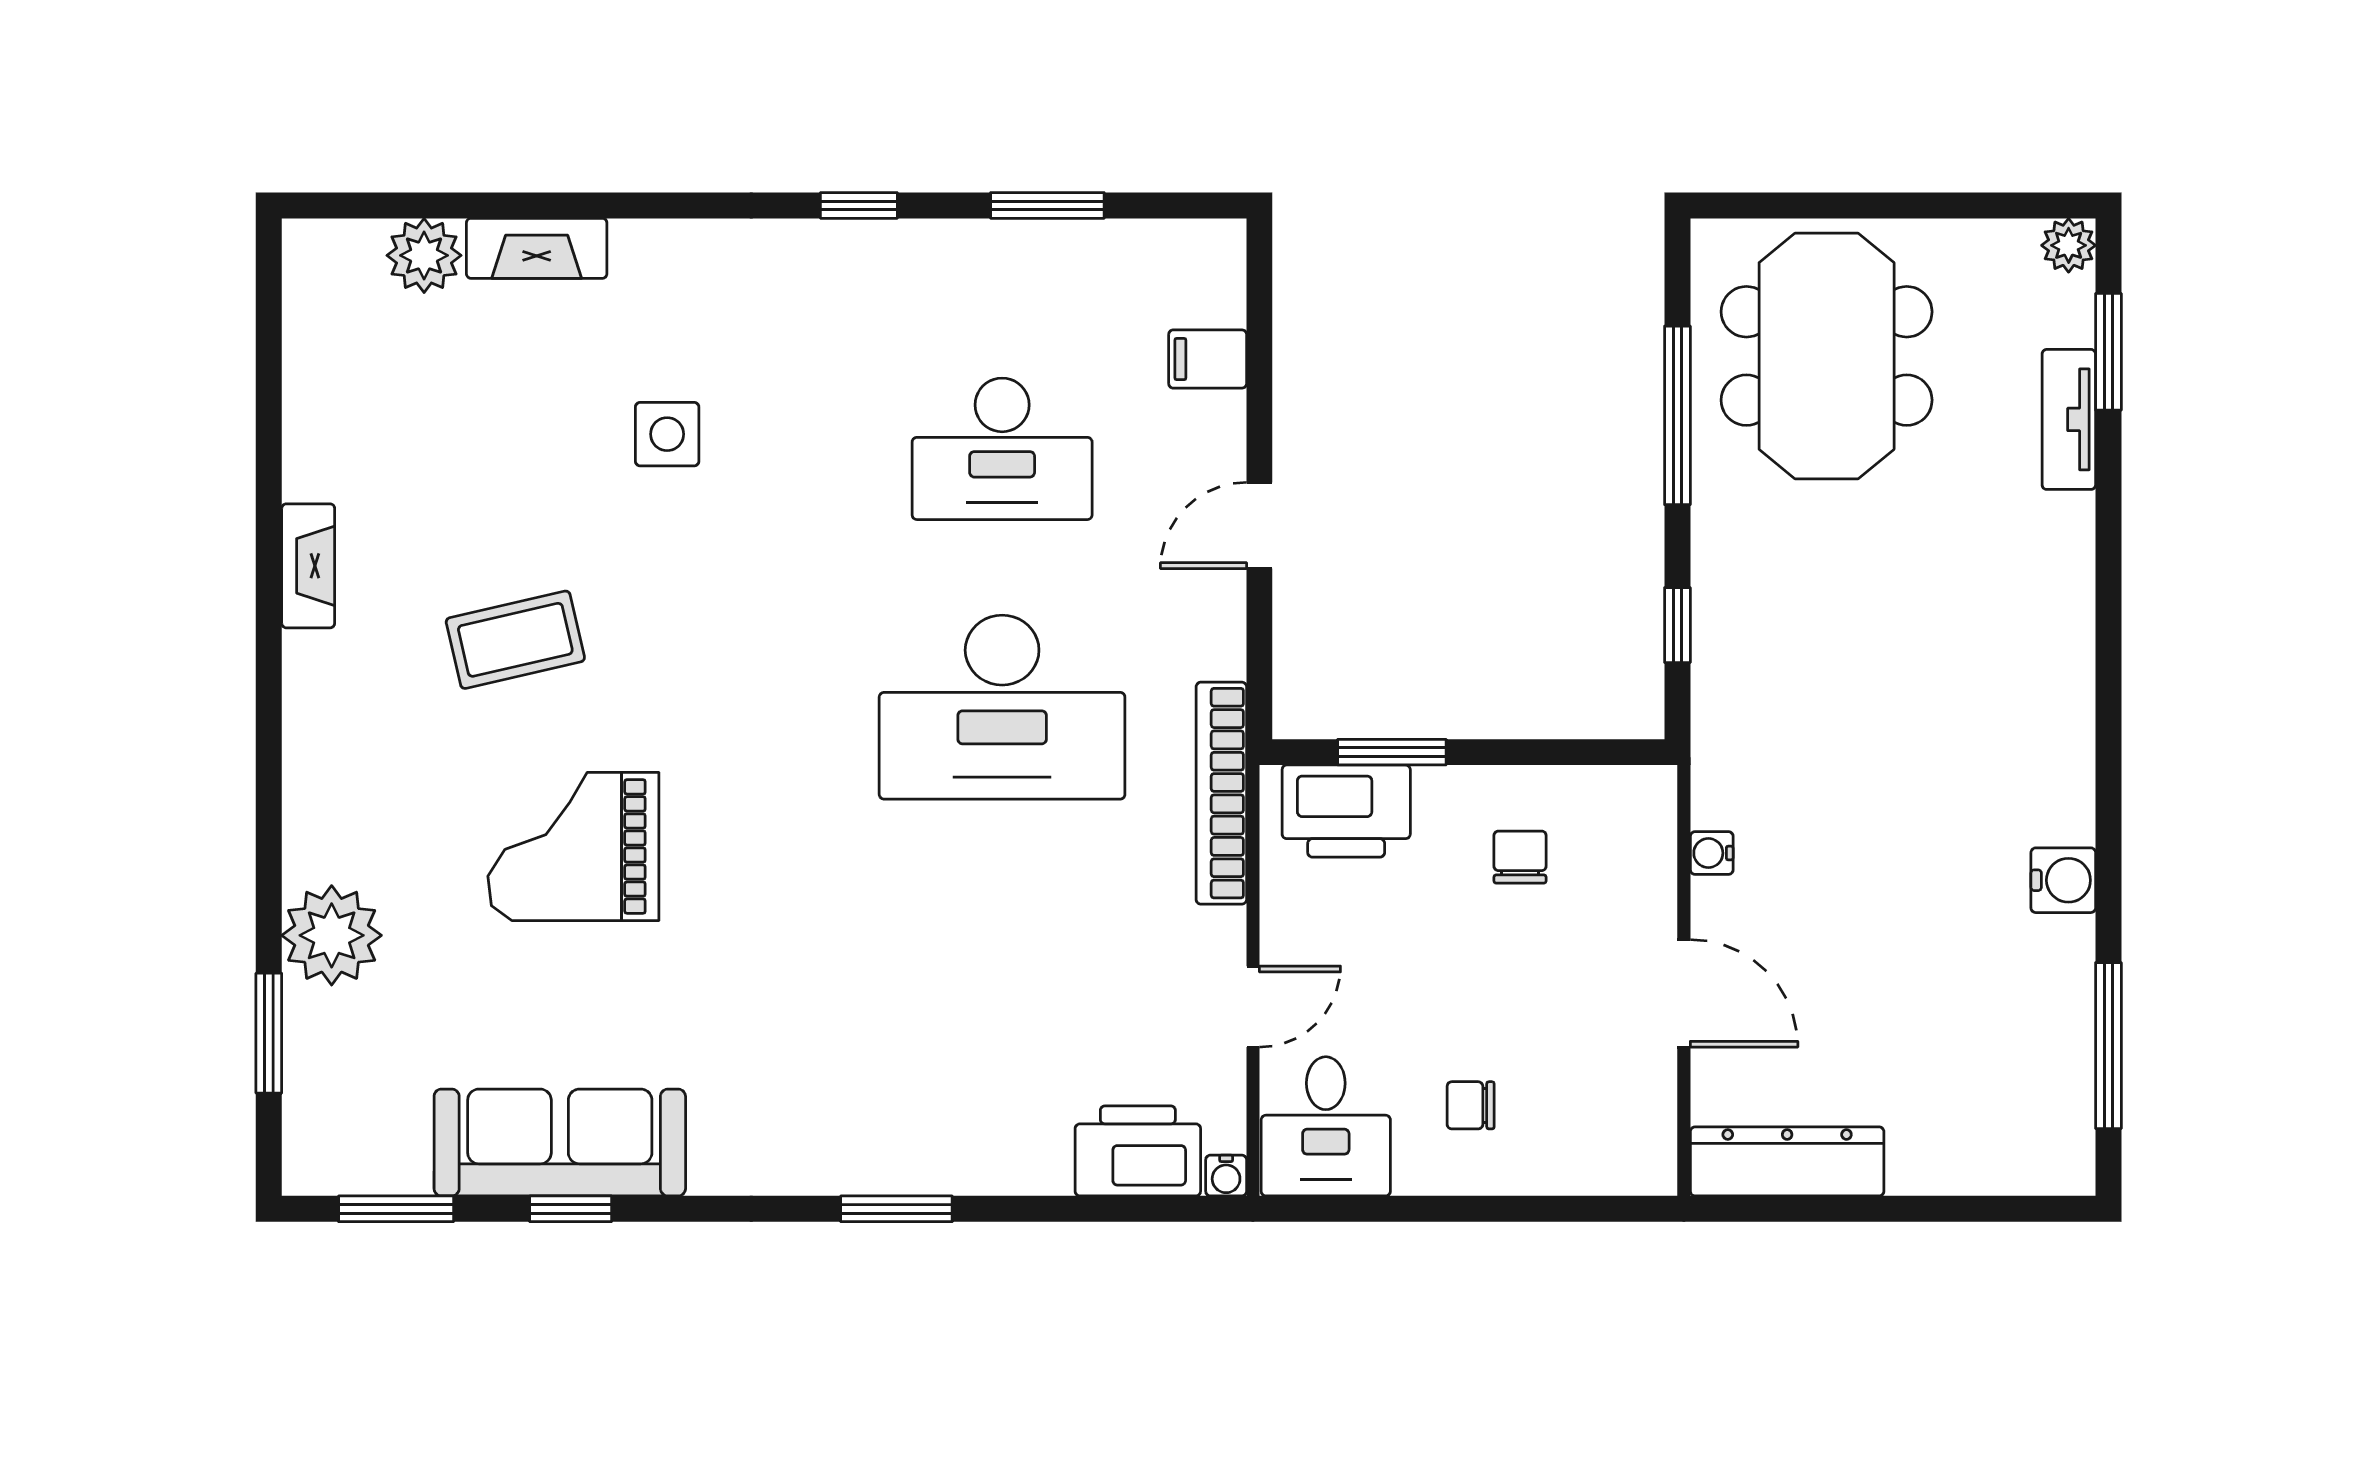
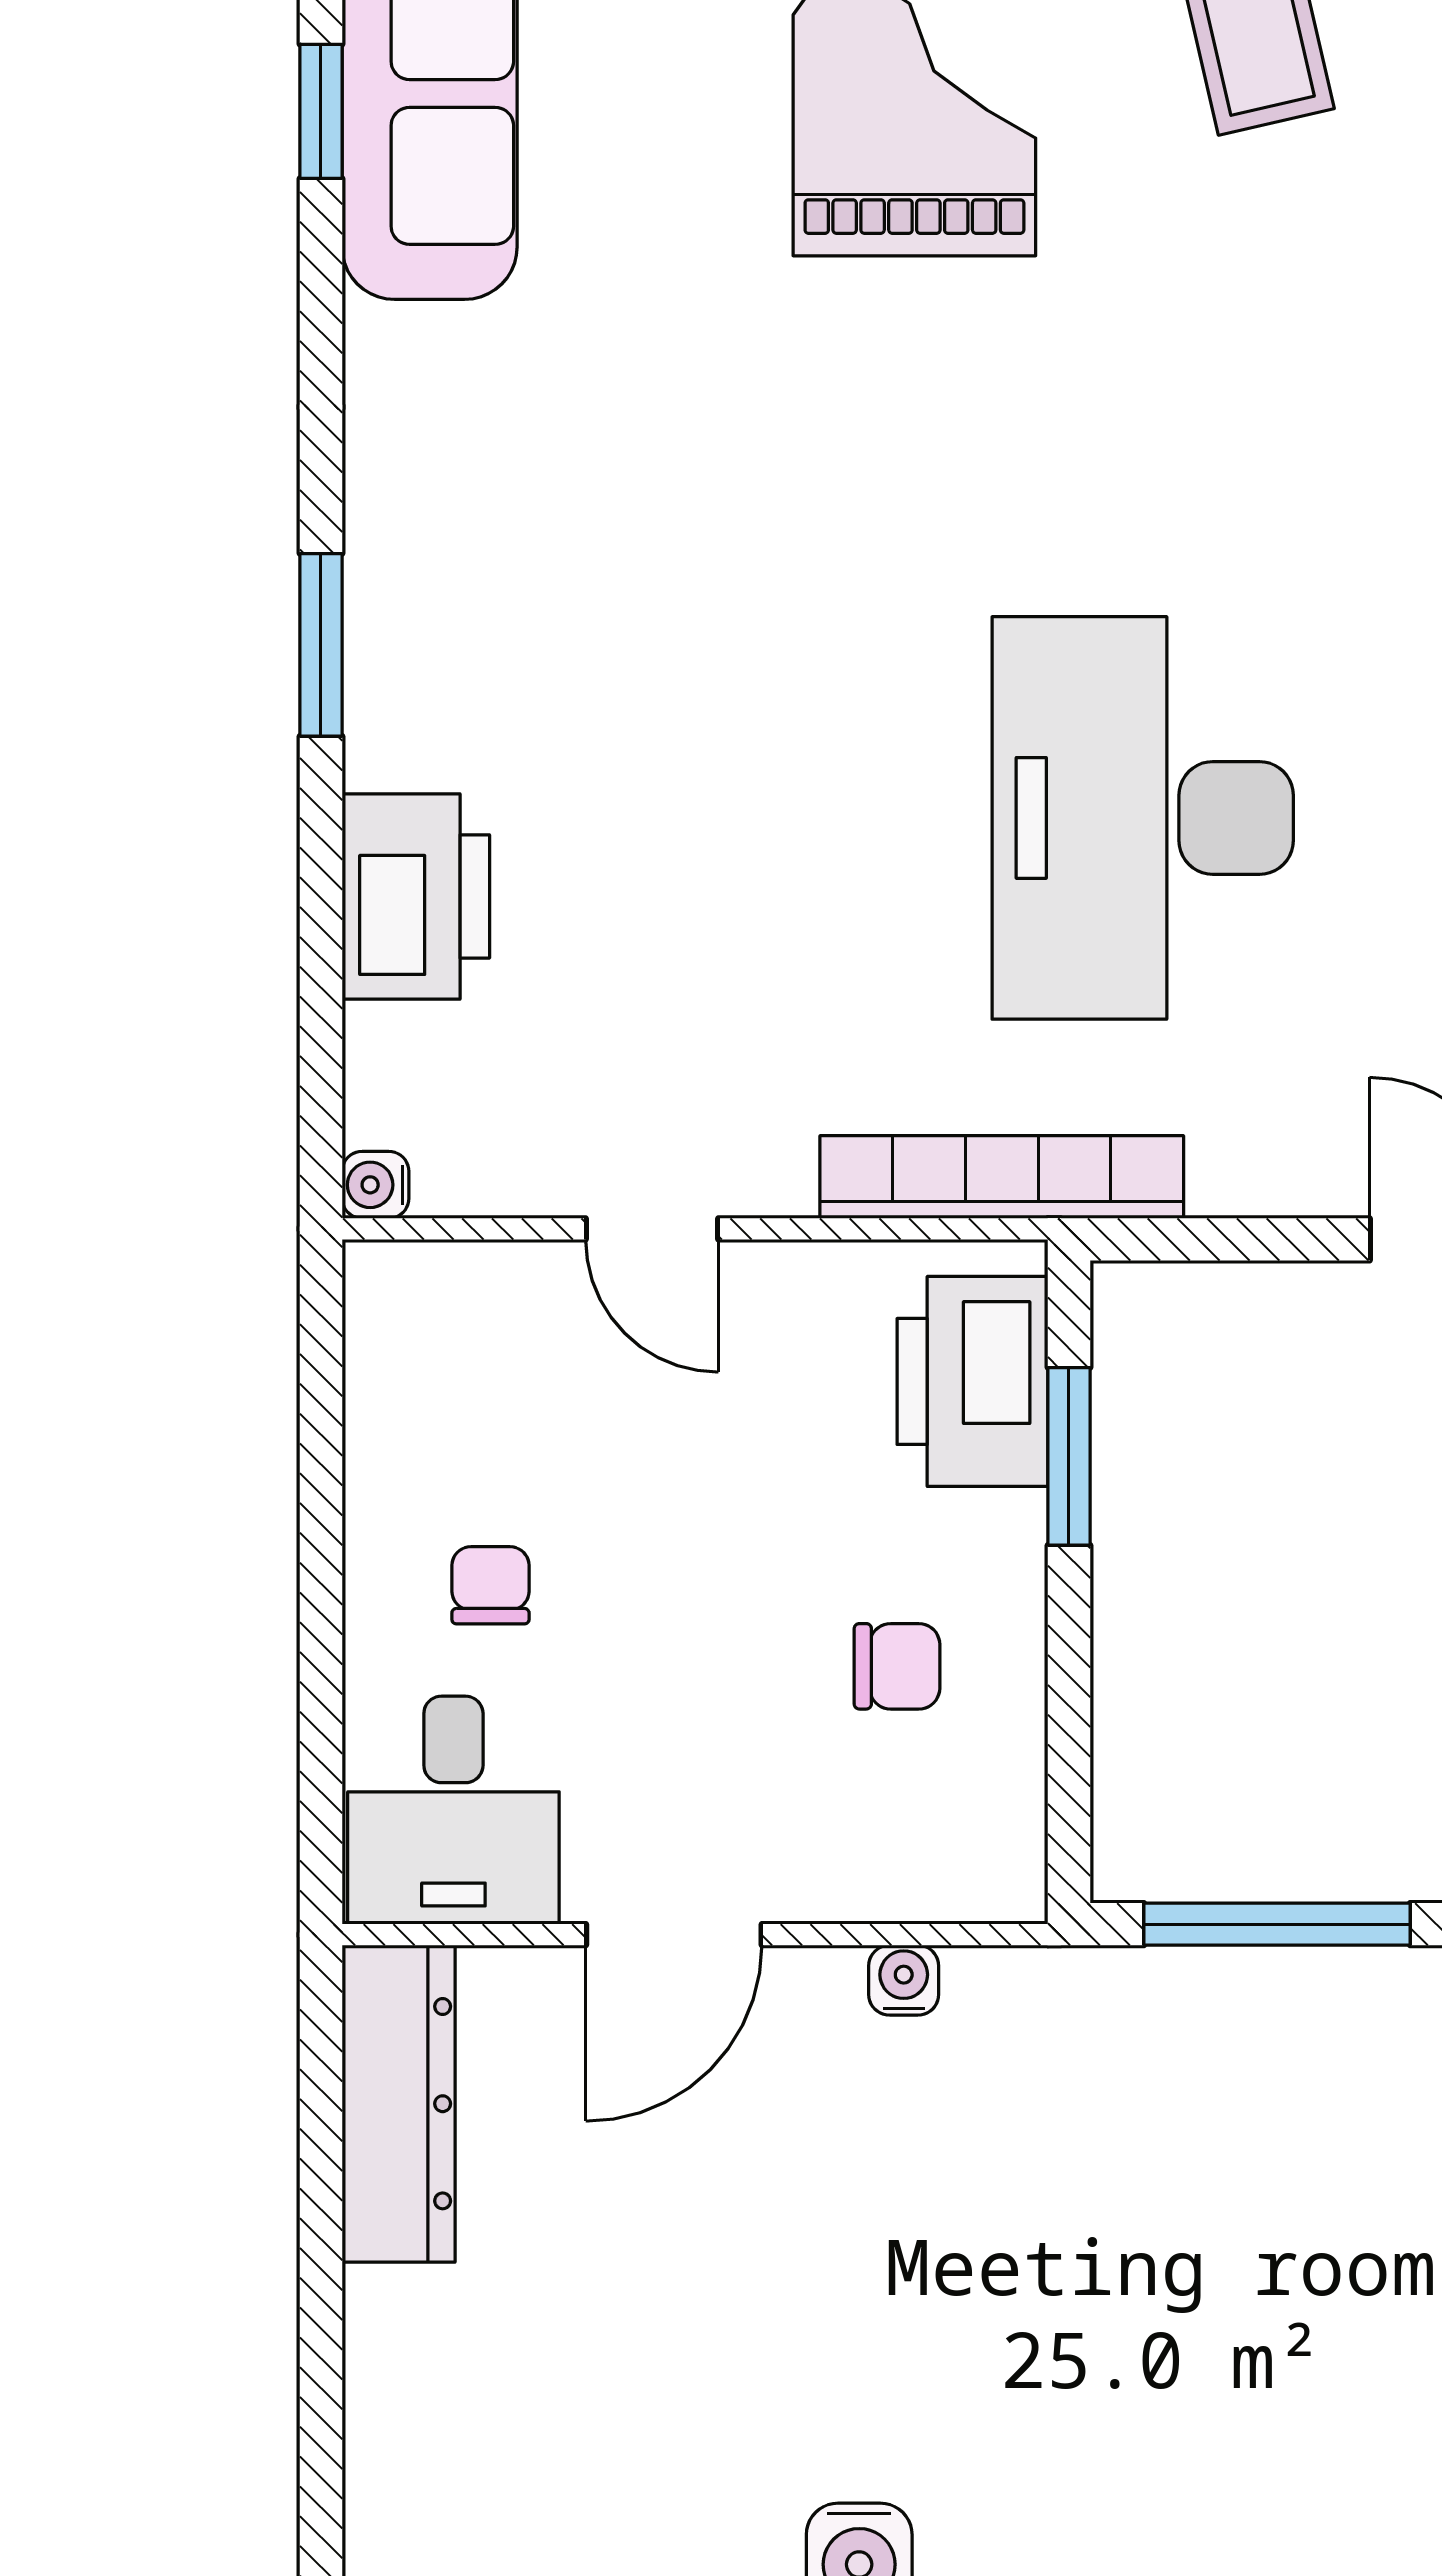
window: (1677, 625) -> (1277, 1924), width x2.17
desk: (1326, 1126) -> (453, 1810), moved, turned -90
printer: (1138, 1151) -> (416, 896), moved

